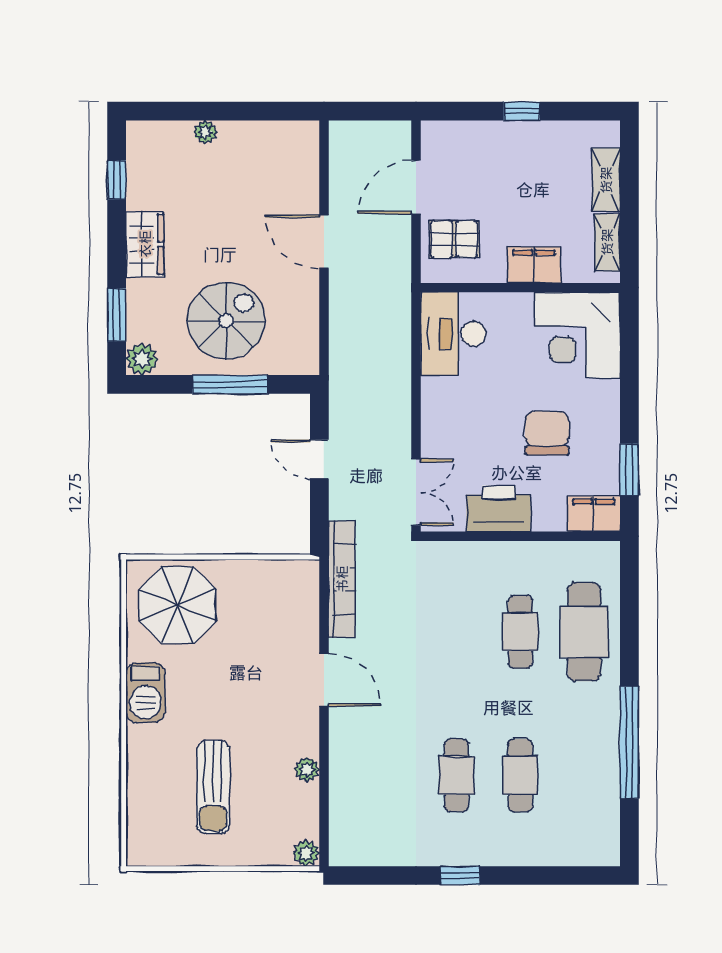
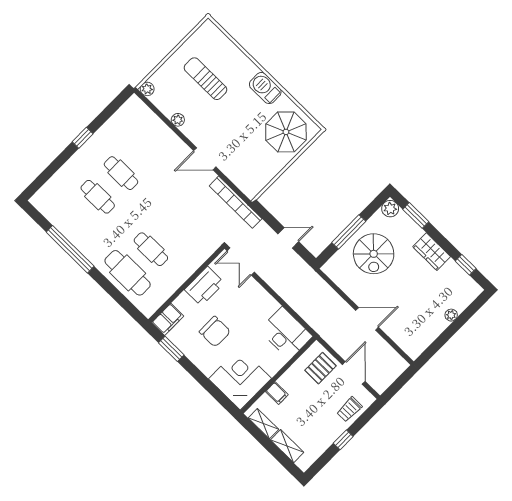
trolley: (472, 144) -> (349, 409), added
filing cabinet: (534, 265) -> (277, 393), width x0.50

